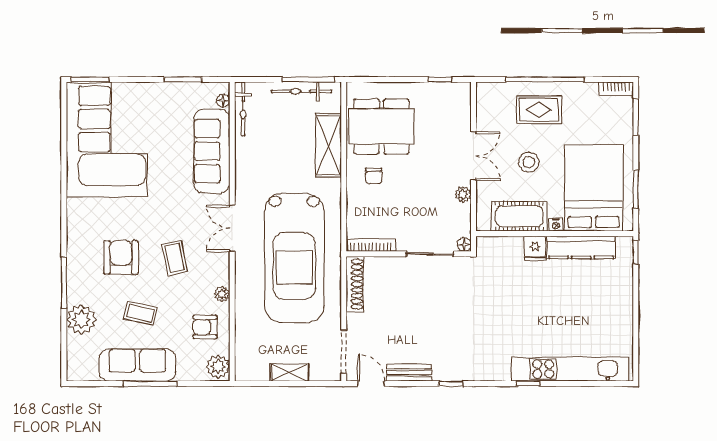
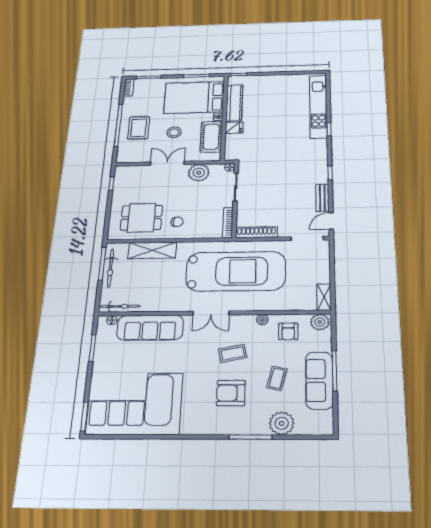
dining table: (381, 127) -> (141, 218), width x0.73
plant: (463, 194) -> (199, 173), width x1.88, depth x1.88
shelving: (290, 372) -> (324, 297), moved

